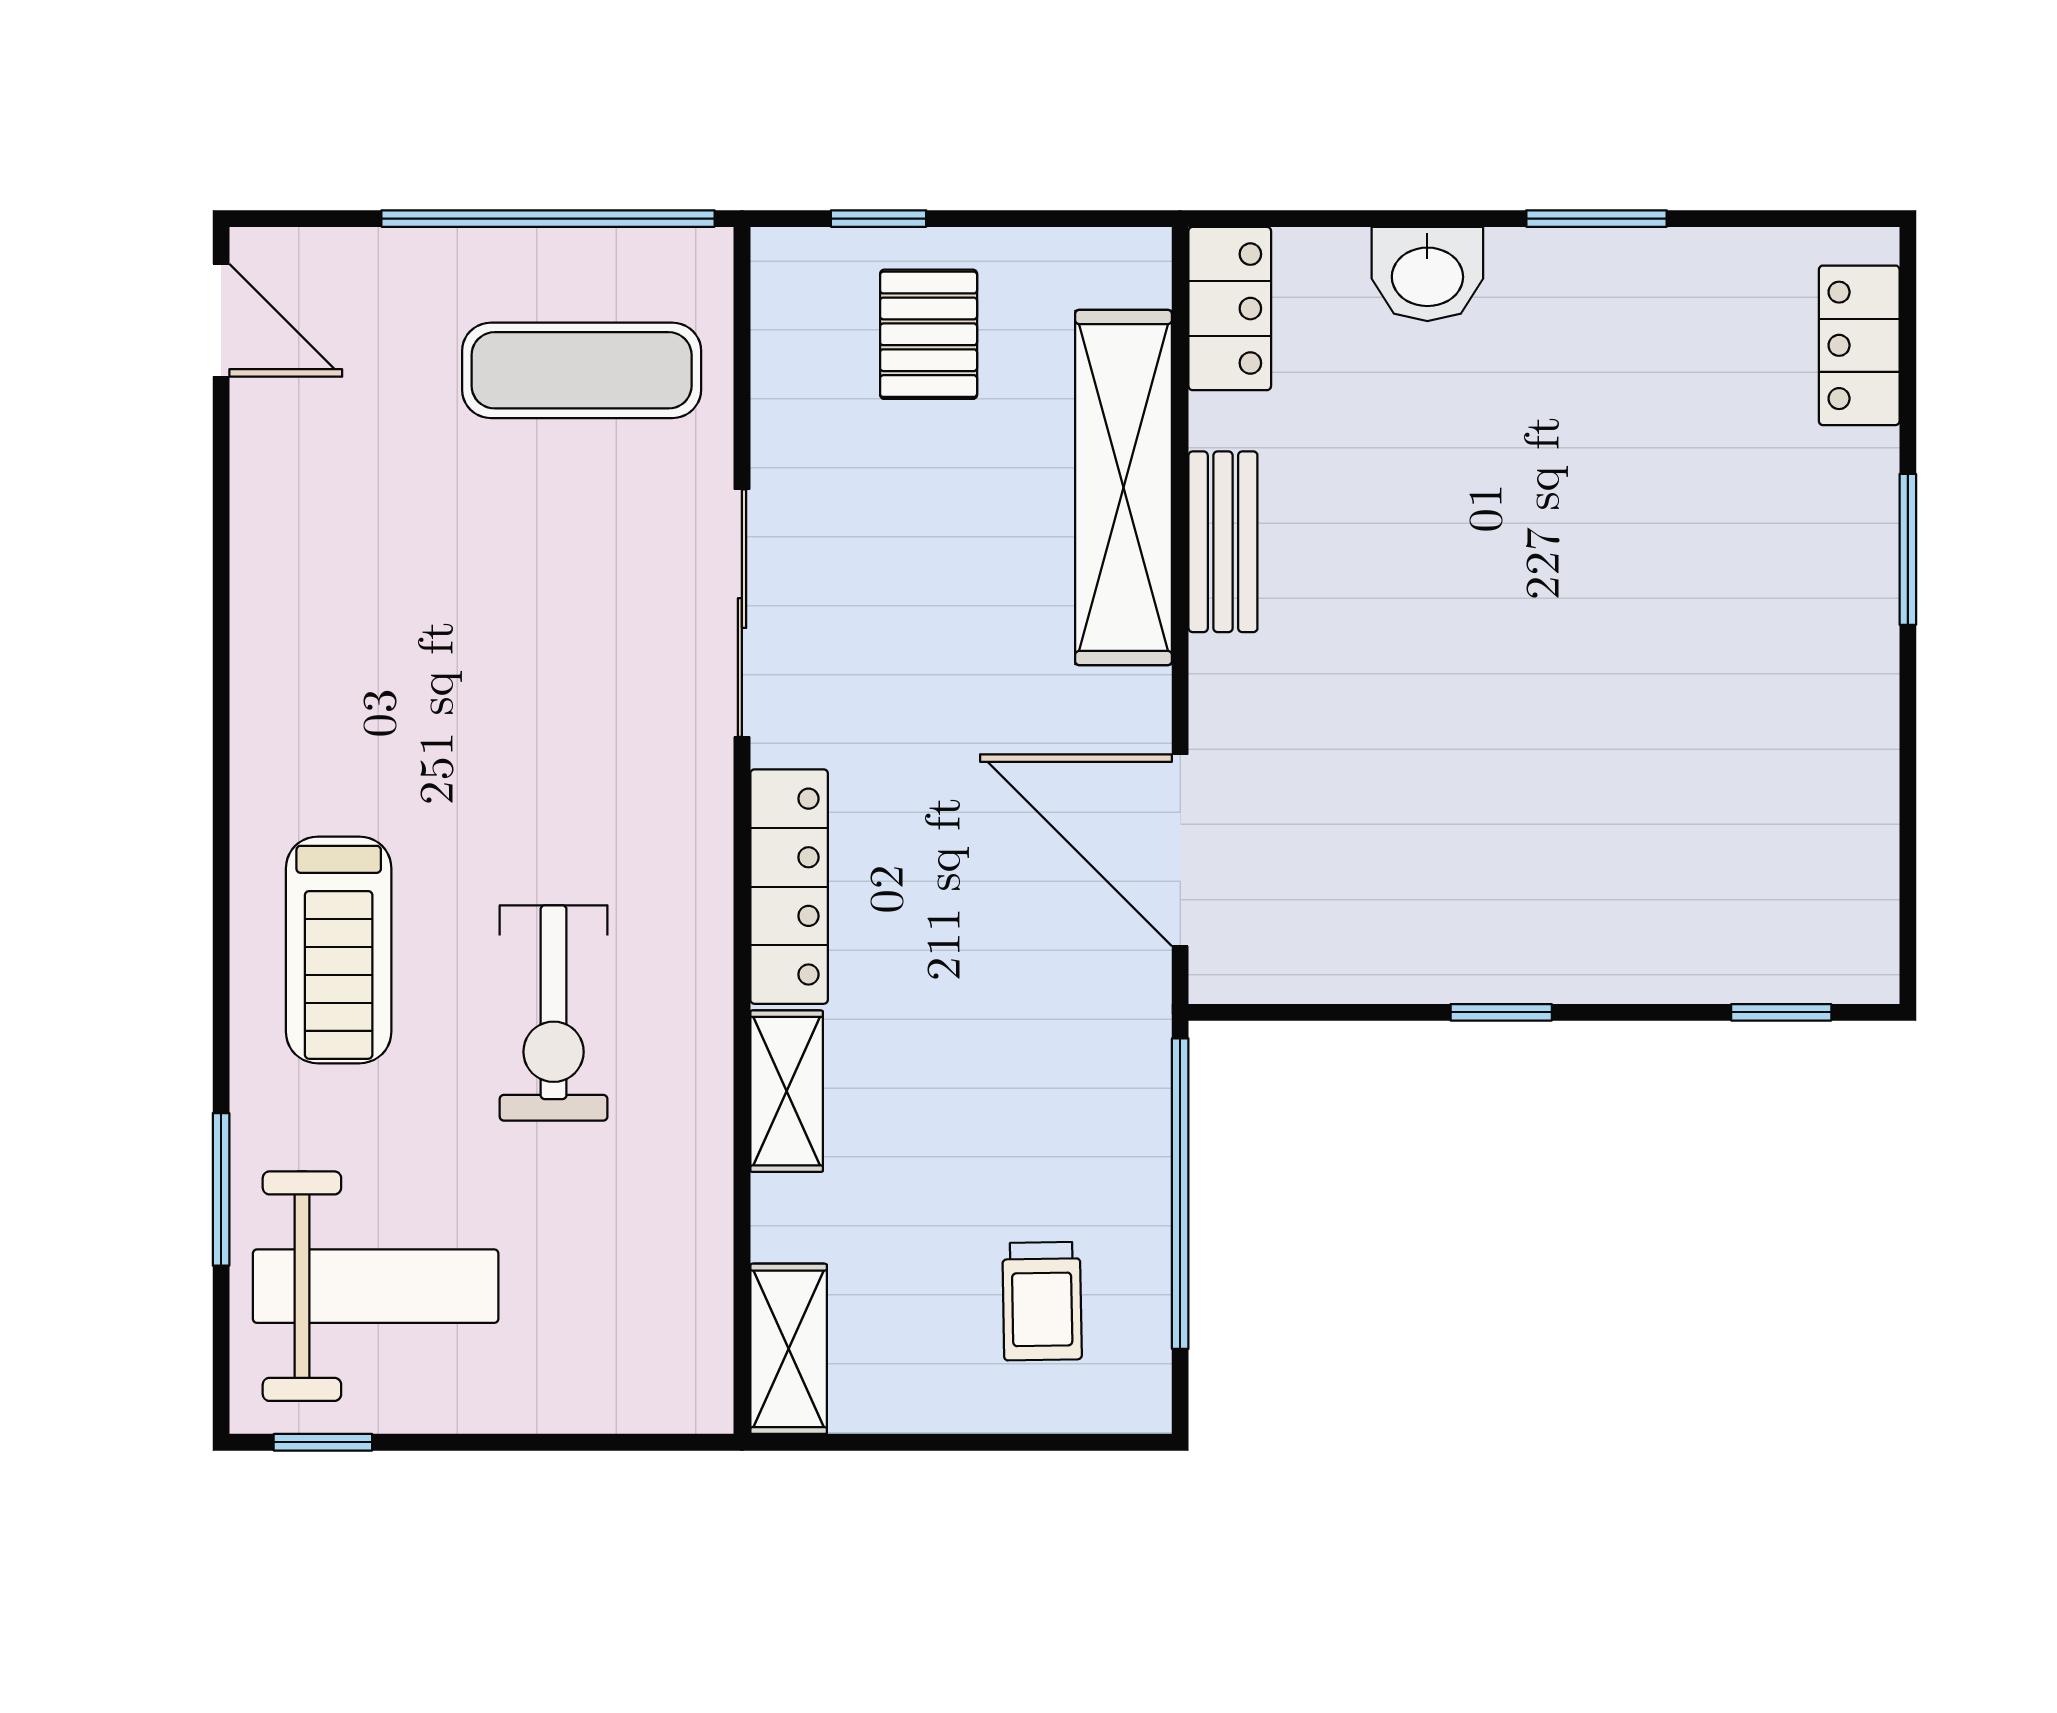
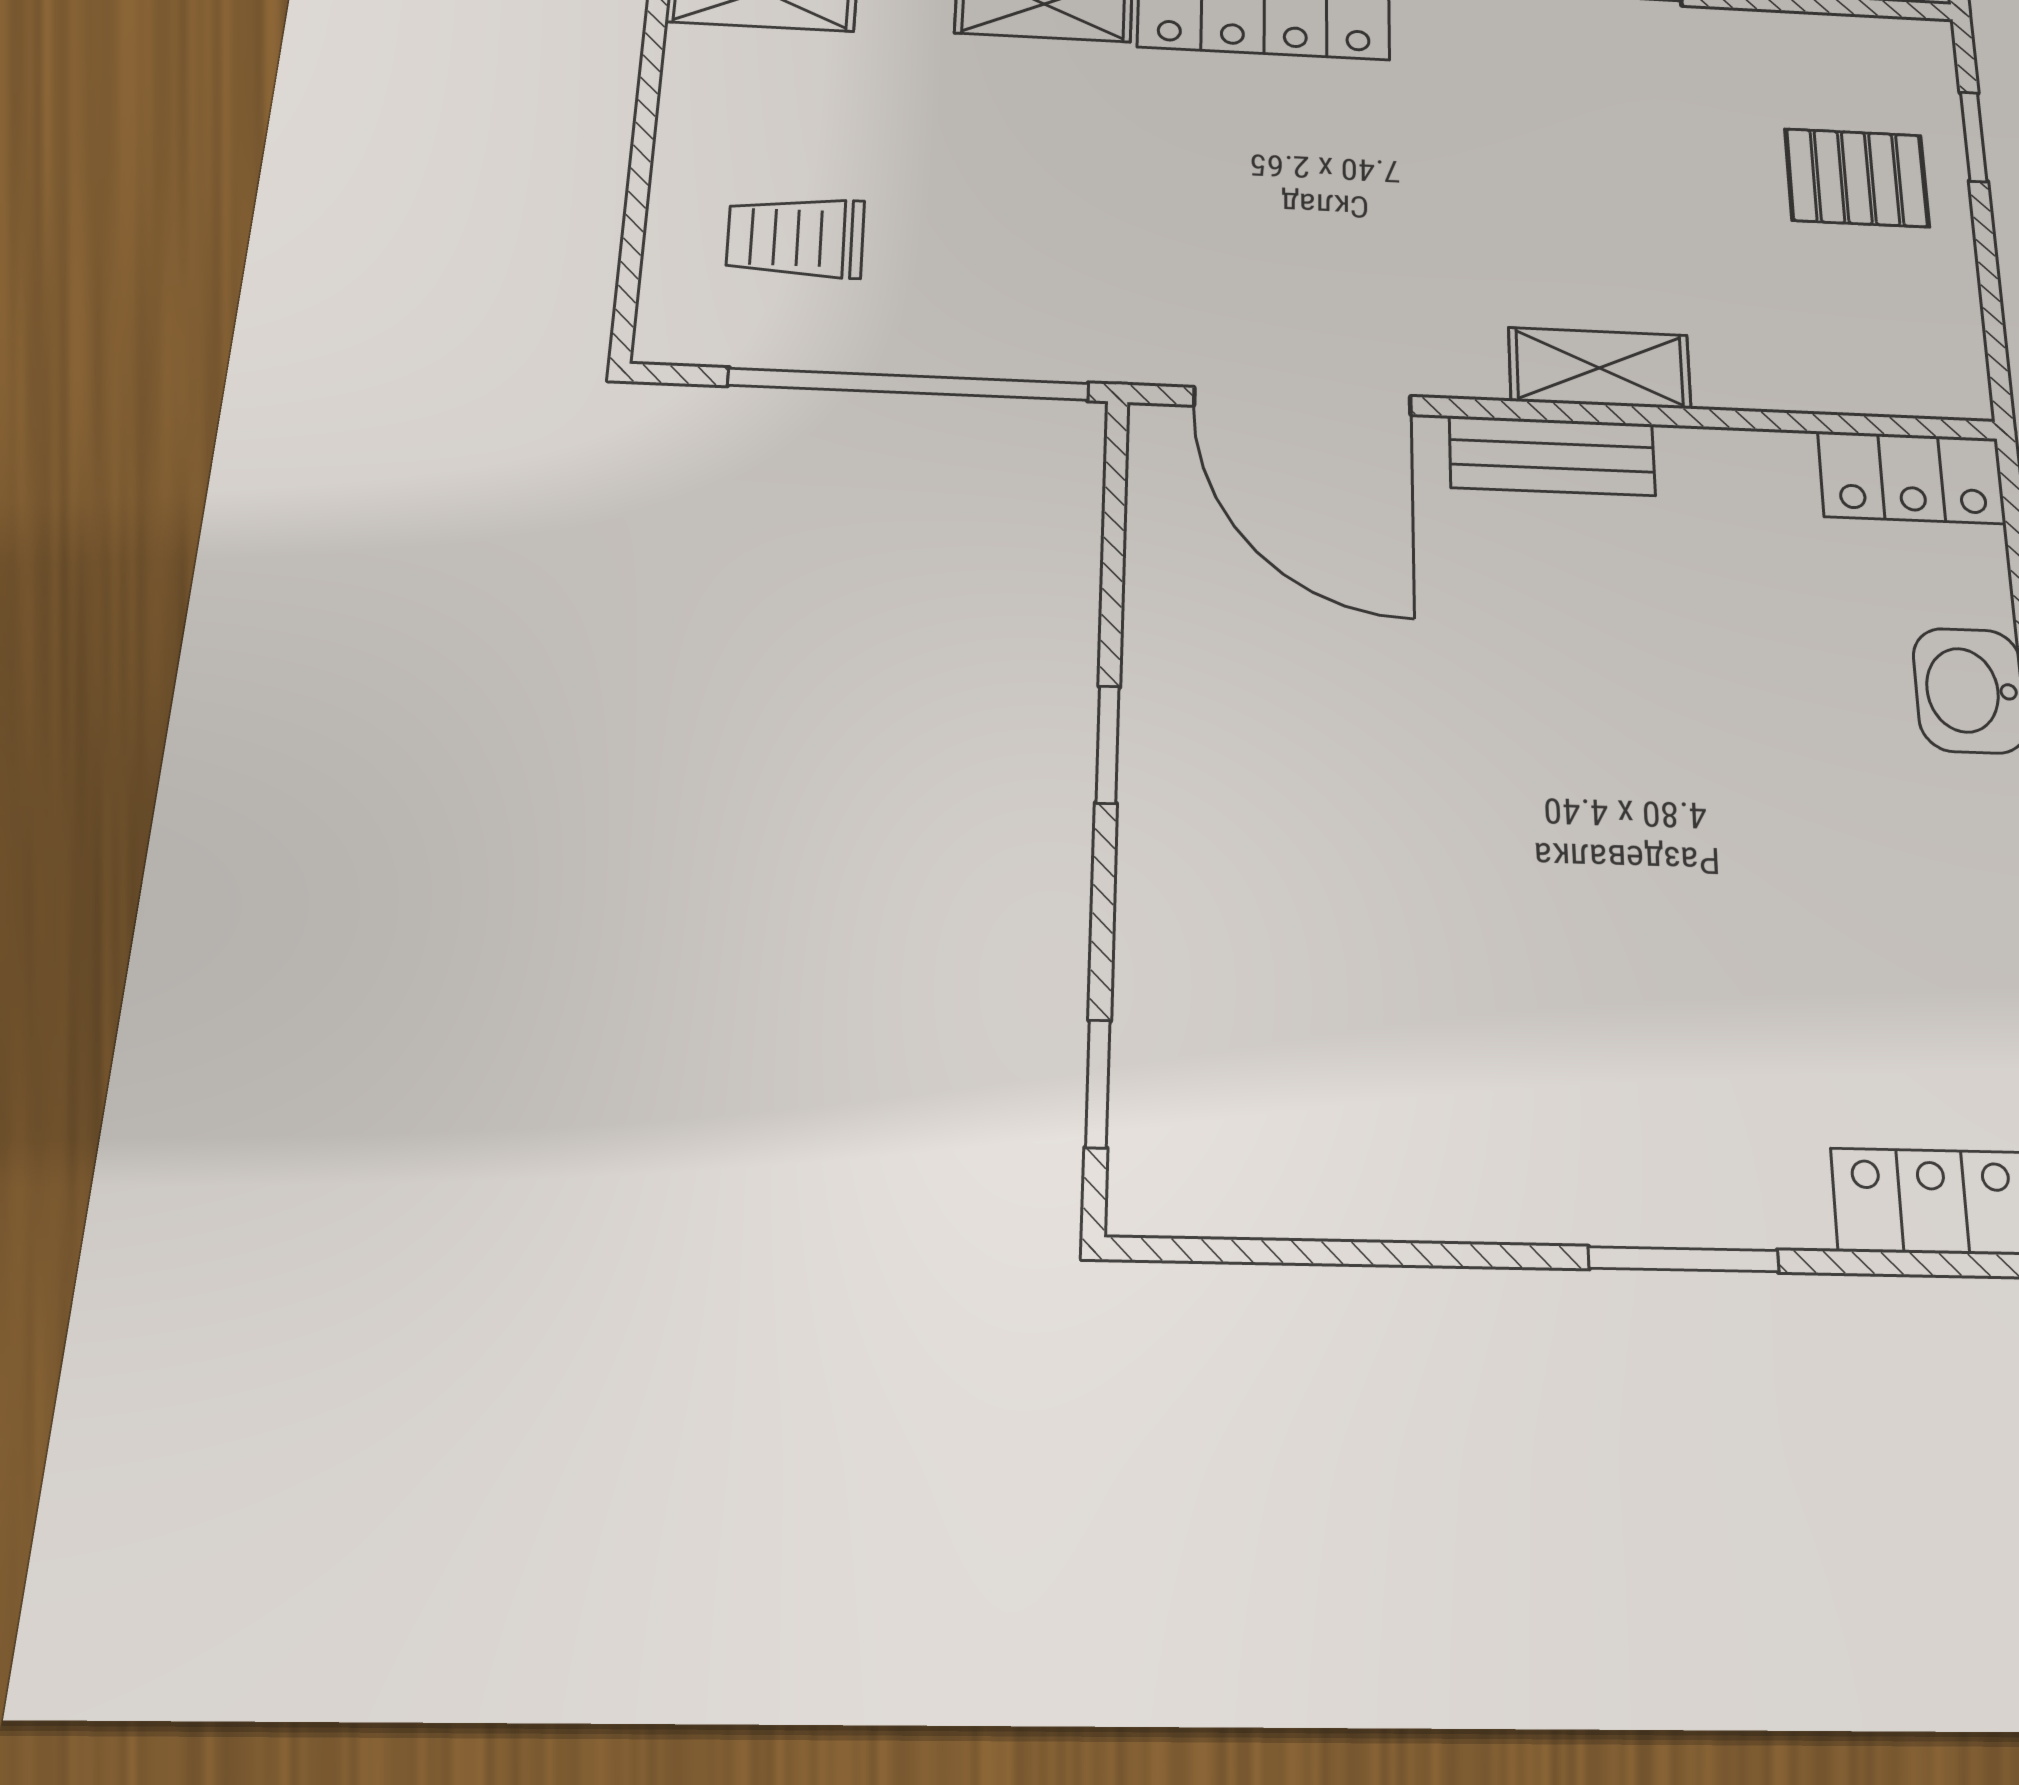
shelving: (1124, 488) -> (1600, 368), width x0.45, depth x0.75
bench: (1223, 542) -> (1552, 456), moved
door: (1180, 850) -> (1303, 401), swing flipped

